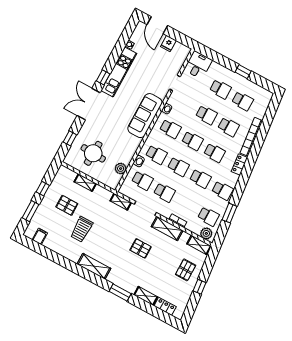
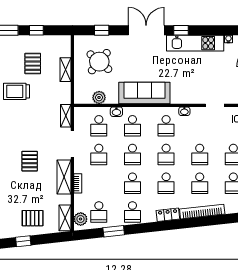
sofa: (145, 116) -> (144, 93), moved
round table: (93, 153) -> (99, 62), turned 37

